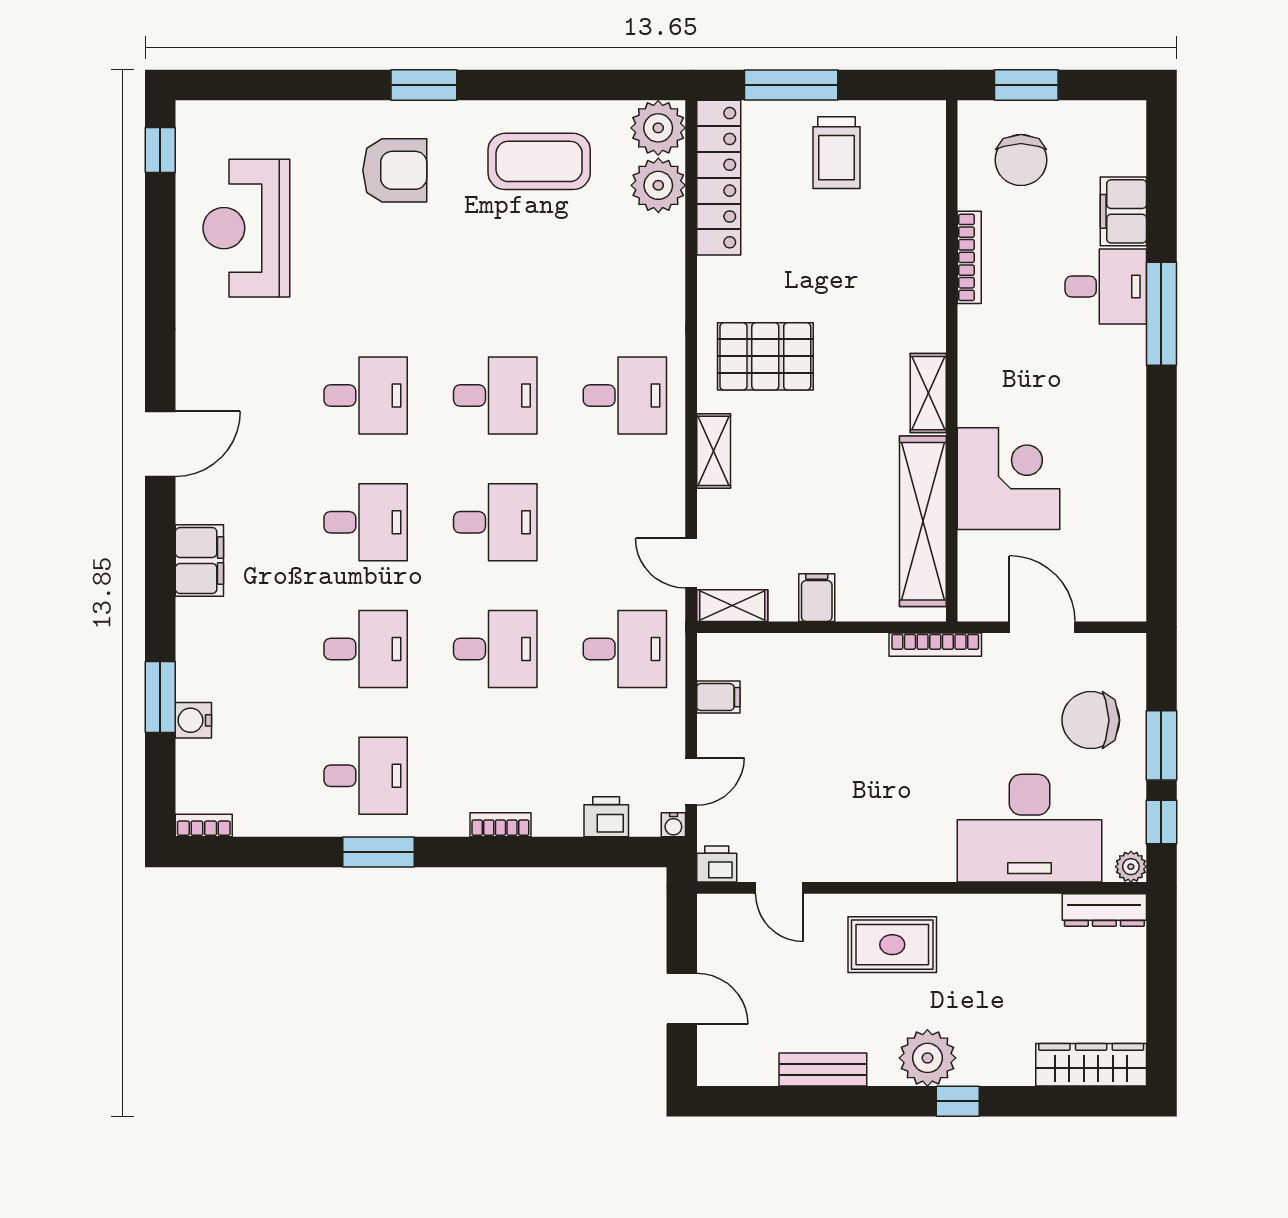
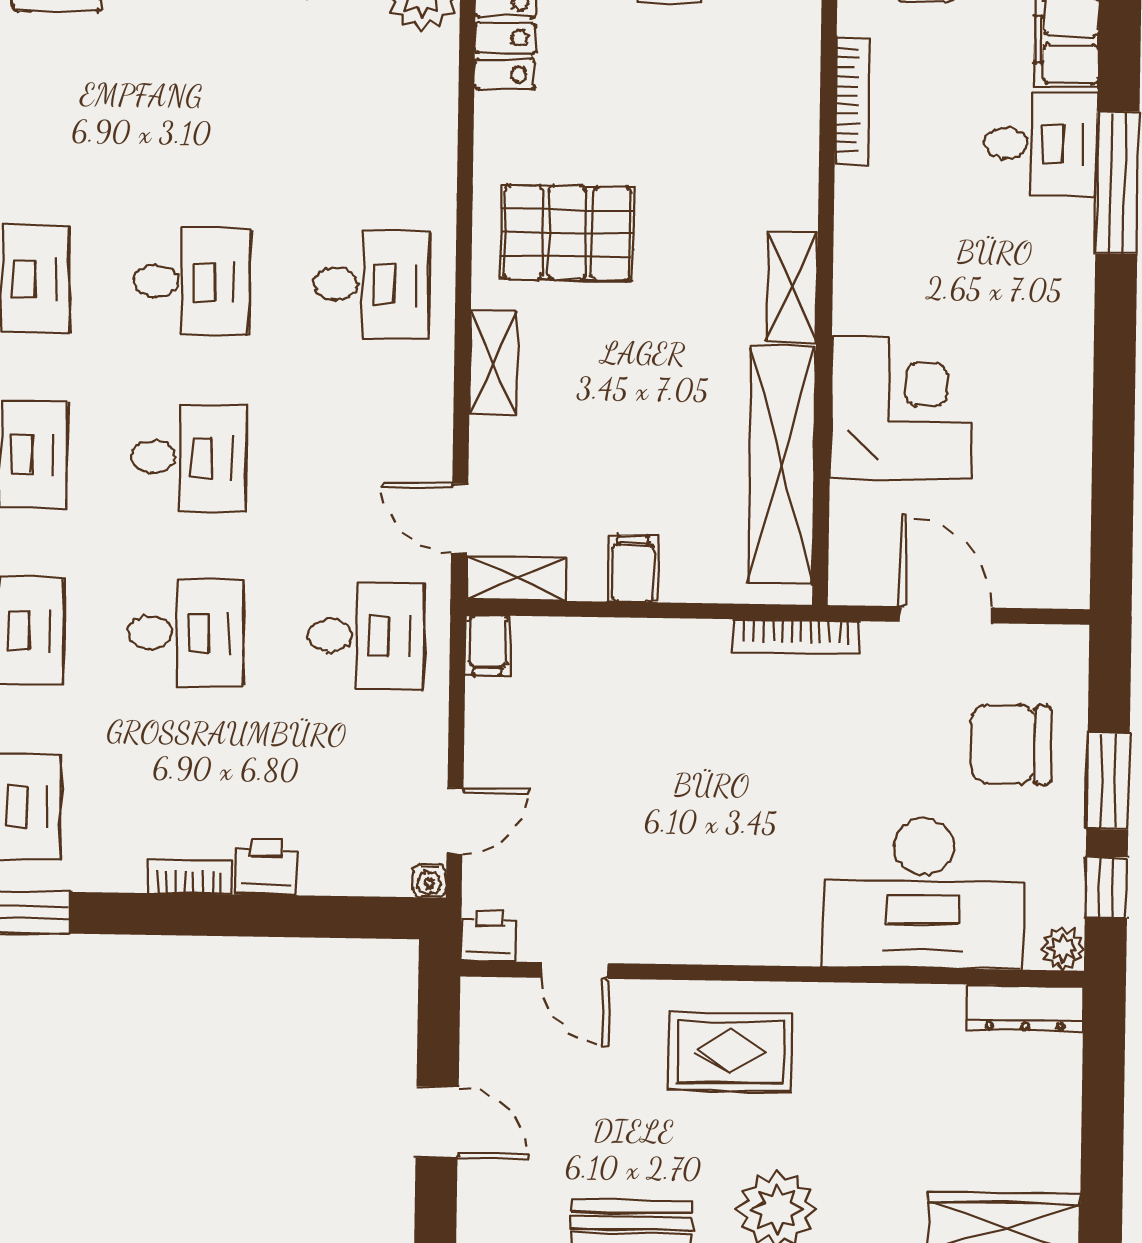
filing cabinet: (718, 697) -> (488, 645), moved, turned 90
printer: (606, 817) -> (267, 867), moved

